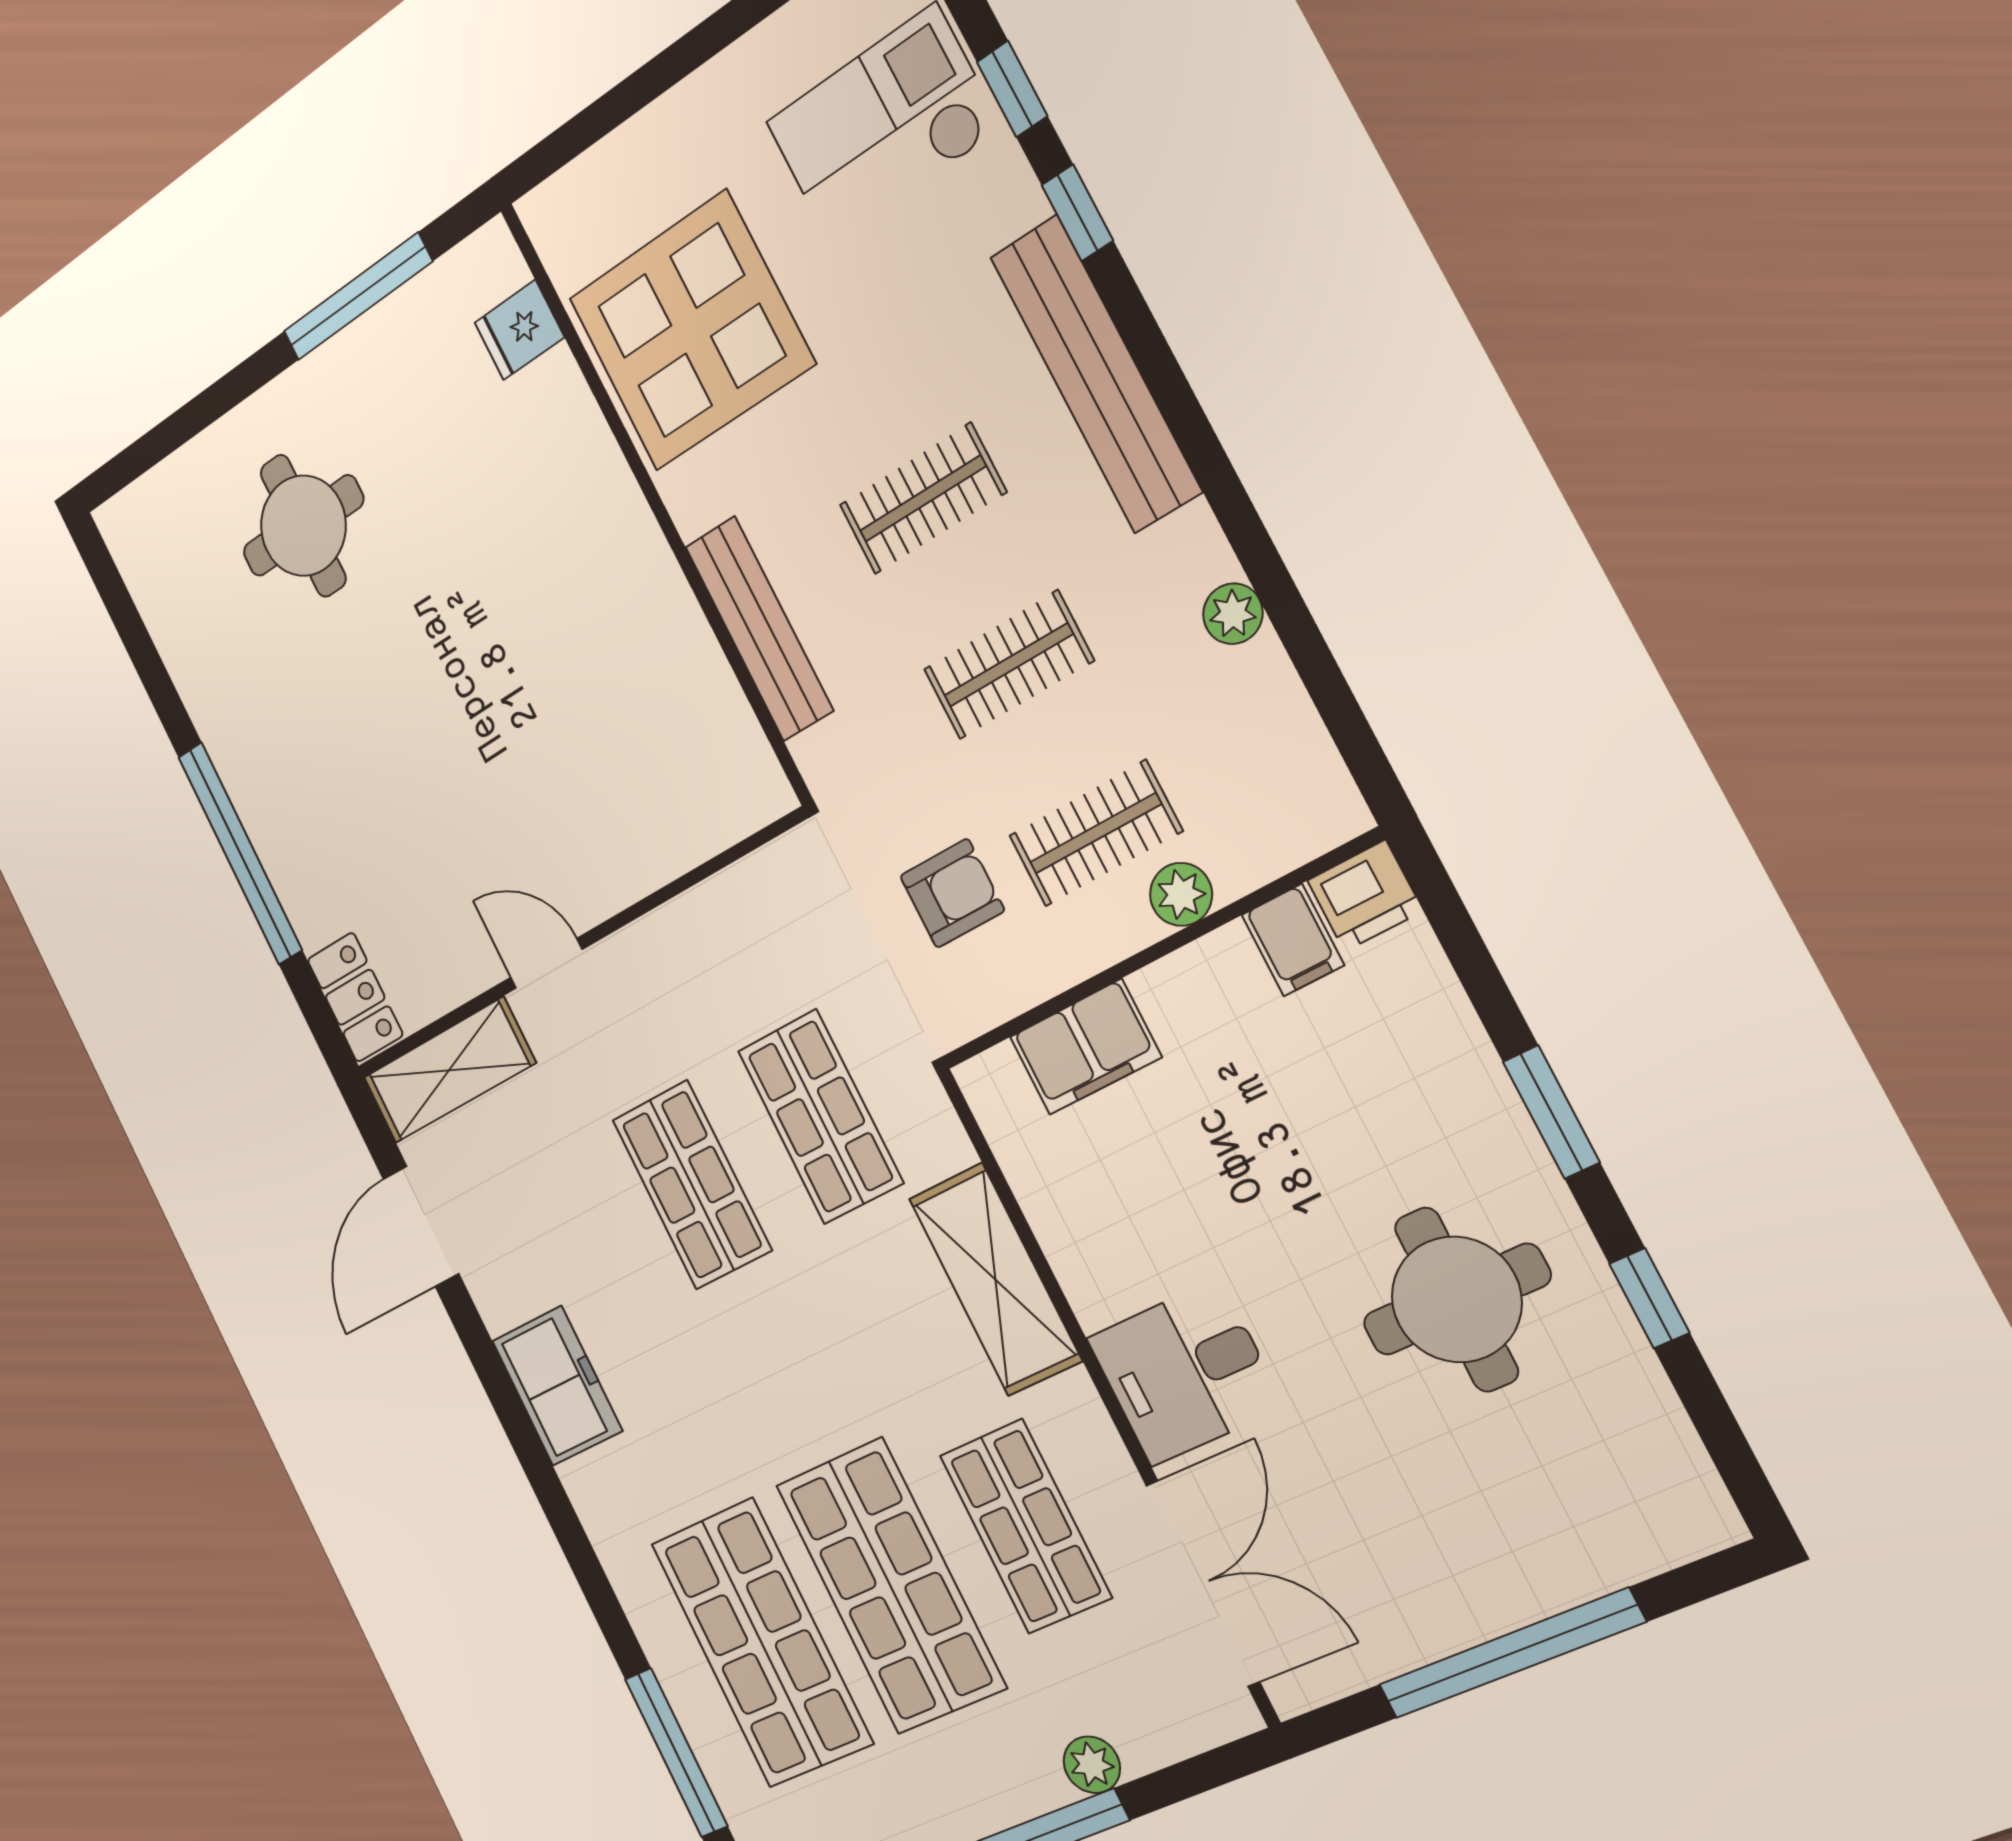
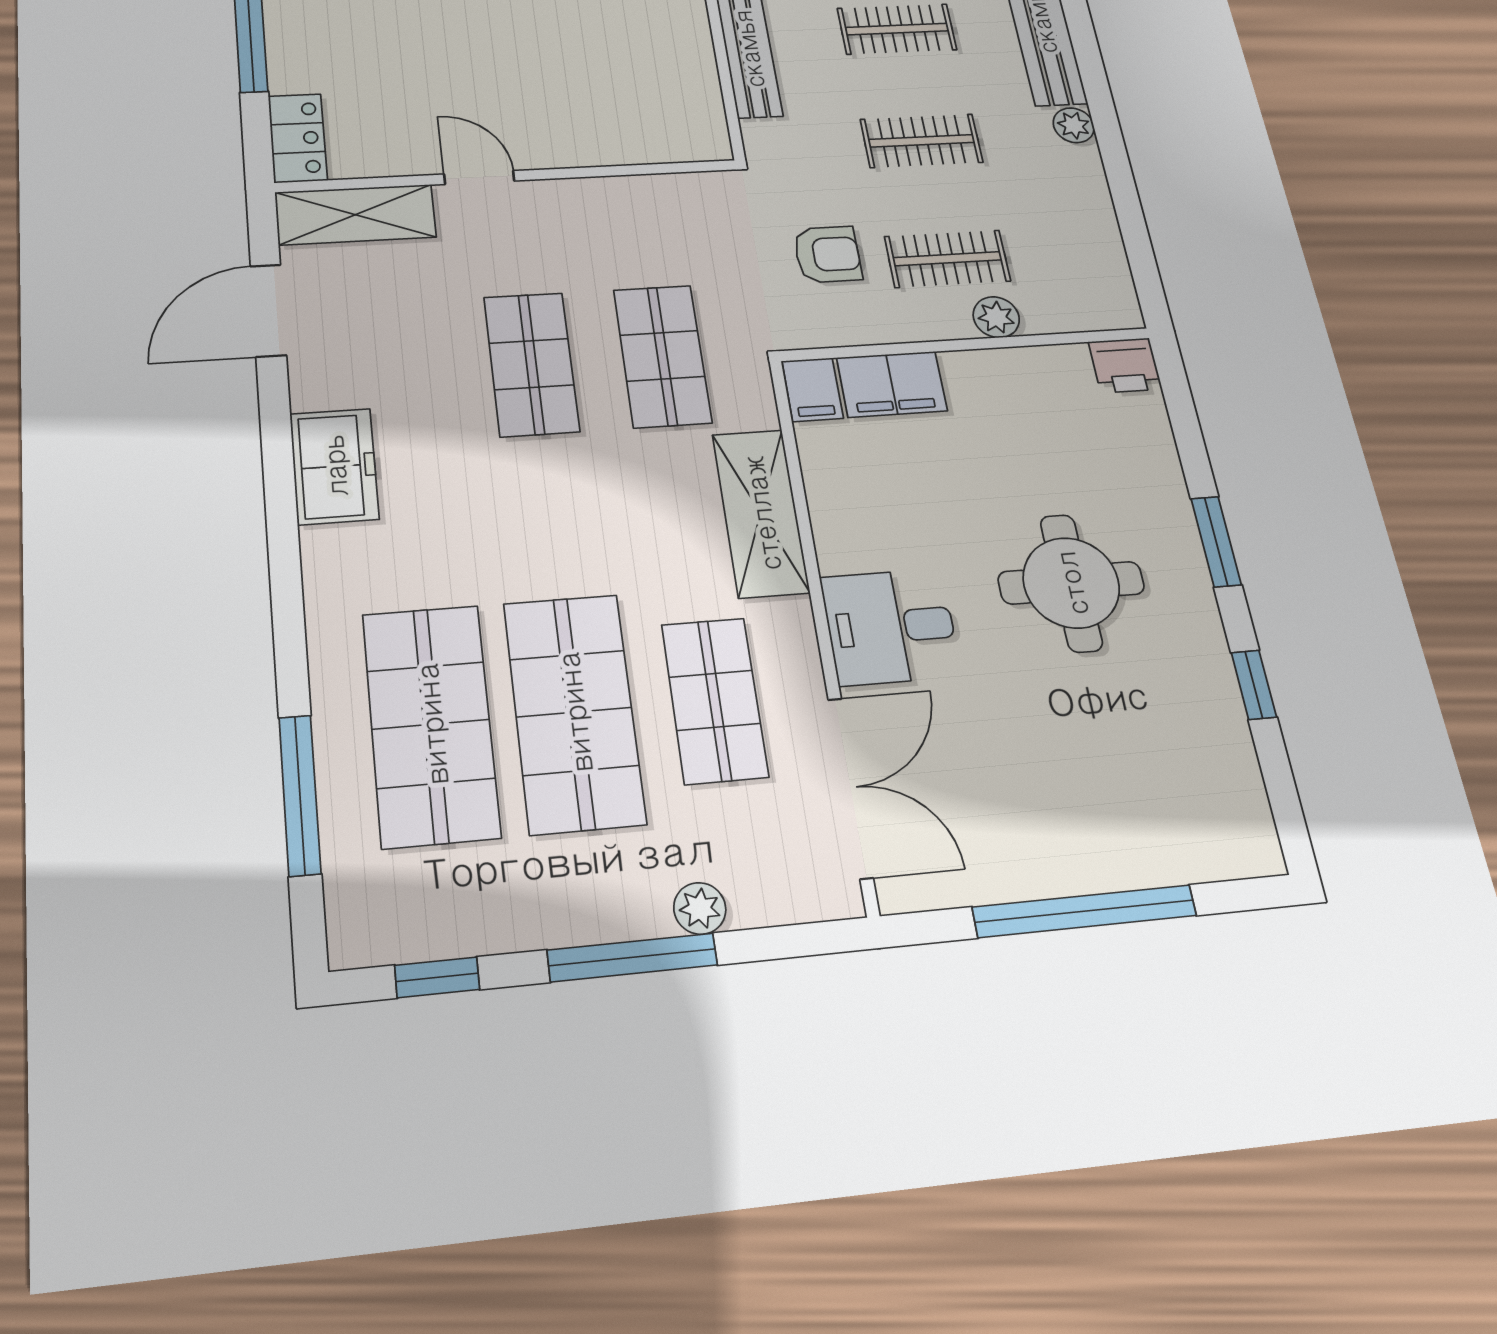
plant: (1233, 614) -> (1074, 125), moved
filing cabinet: (1293, 940) -> (813, 390), moved
round table: (1456, 1300) -> (1071, 583), moved

